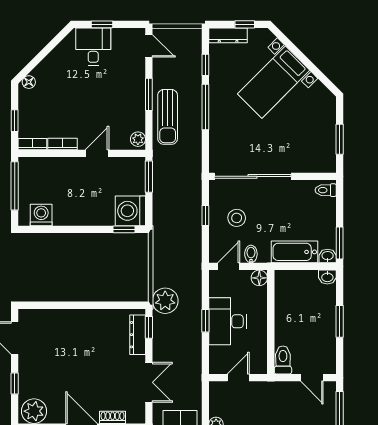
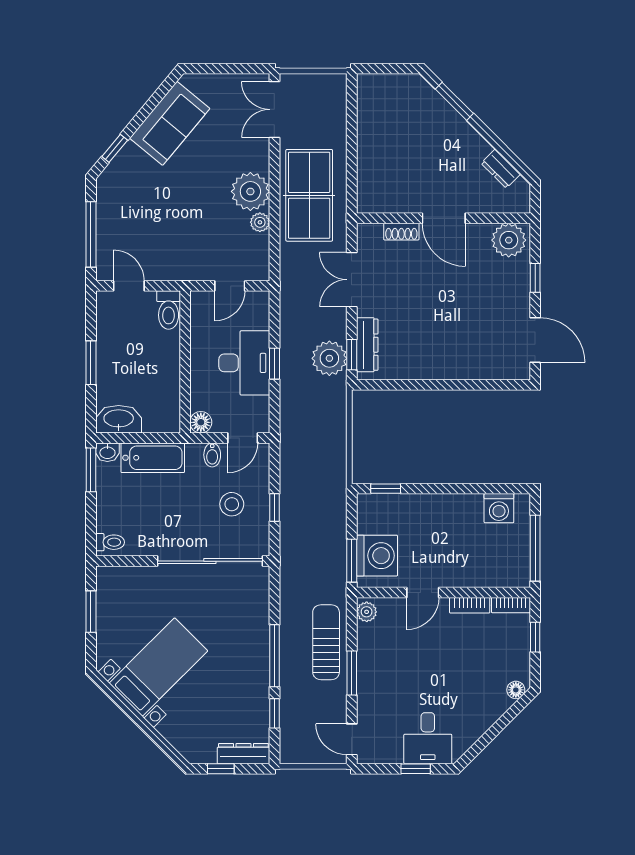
bed with nightstands: (274, 82) -> (158, 667), moved
washing machine: (130, 211) -> (377, 556), moved
washbasin: (327, 277) -> (119, 419), width x1.91, depth x1.45
plant: (165, 301) -> (329, 358), moved

